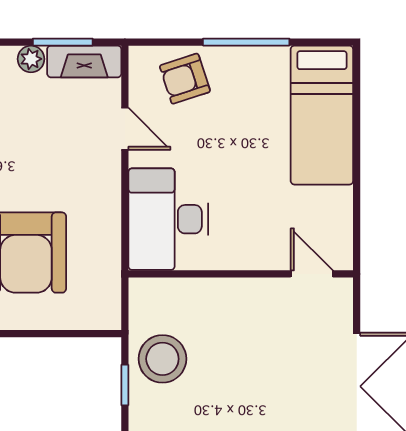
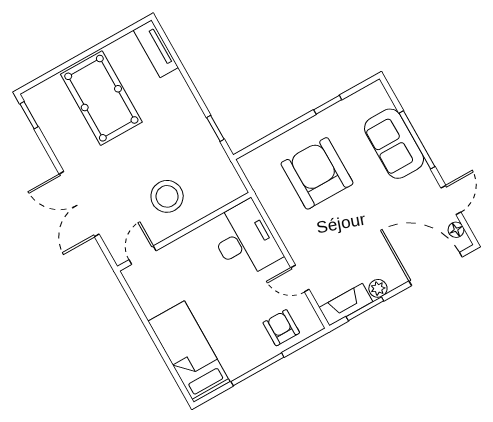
armchair: (185, 79) -> (281, 328), turned -72
door: (312, 274) -> (143, 255), swing flipped
stool: (162, 359) -> (167, 196), moved

